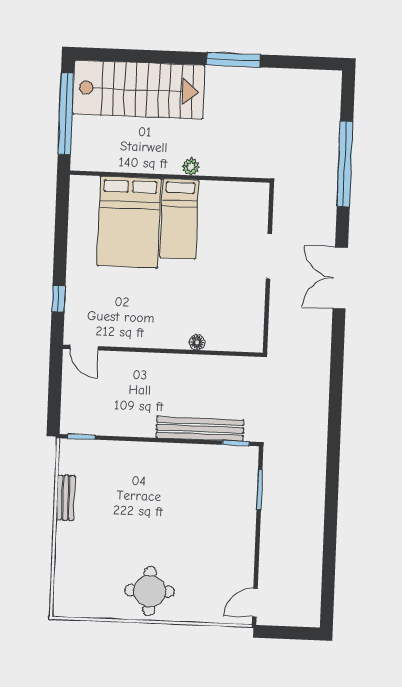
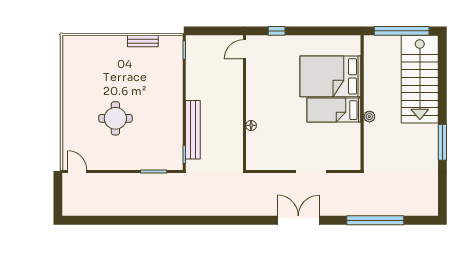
round table: (149, 591) -> (115, 118), moved

